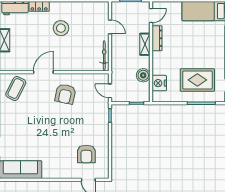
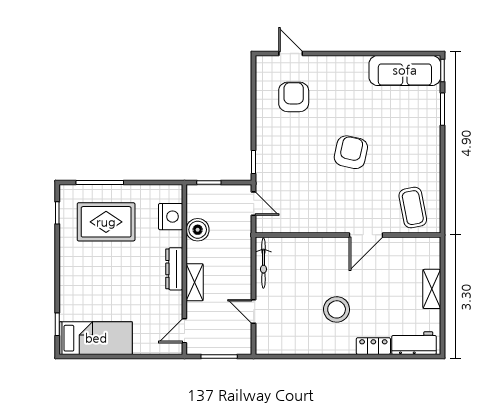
dresser: (157, 38) -> (174, 269), moved
coffee table: (16, 88) -> (413, 208), turned -38
armchair: (65, 94) -> (351, 152), moved

